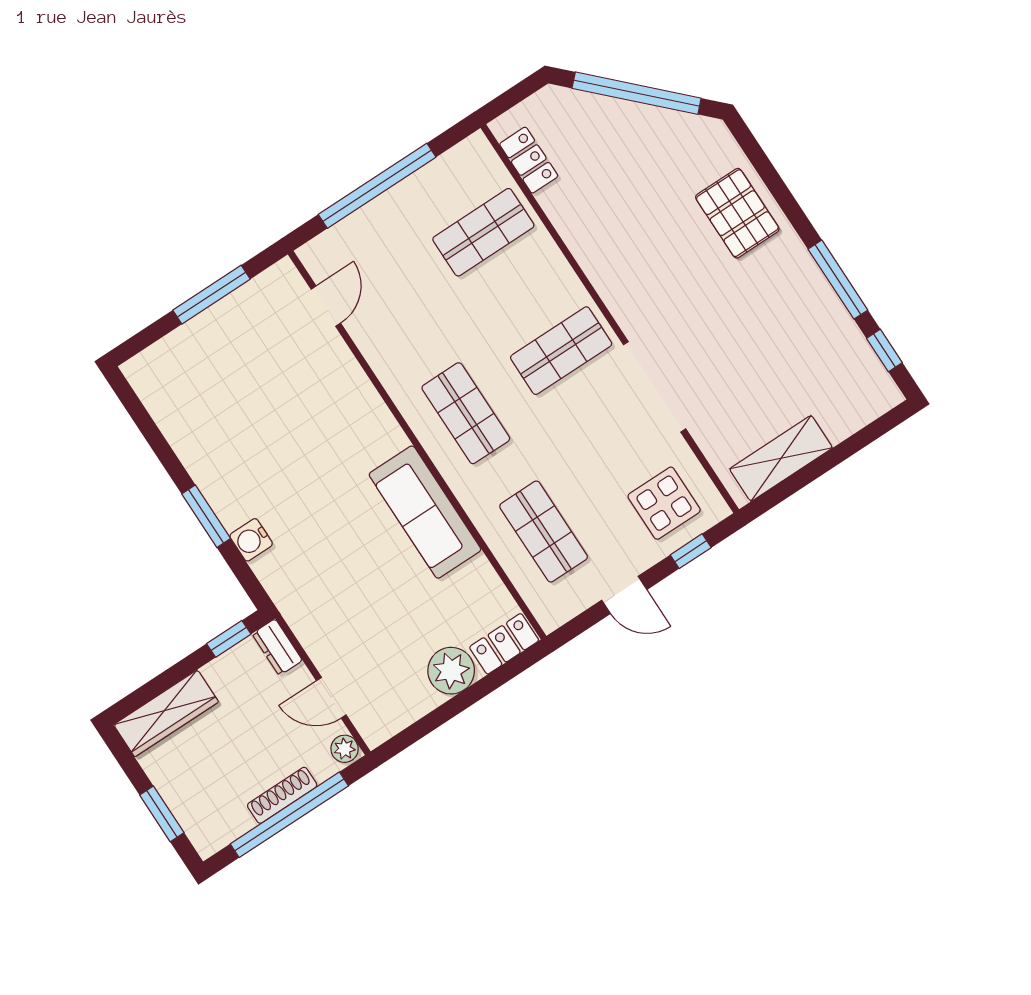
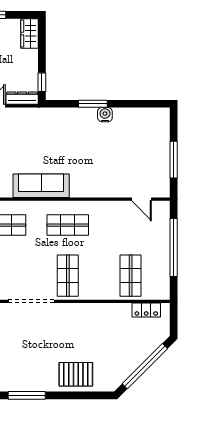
water cooler: (251, 540) -> (105, 115), moved
dresser: (277, 647) -> (22, 98), width x1.44
wardrobe: (166, 713) -> (30, 33), width x0.67

